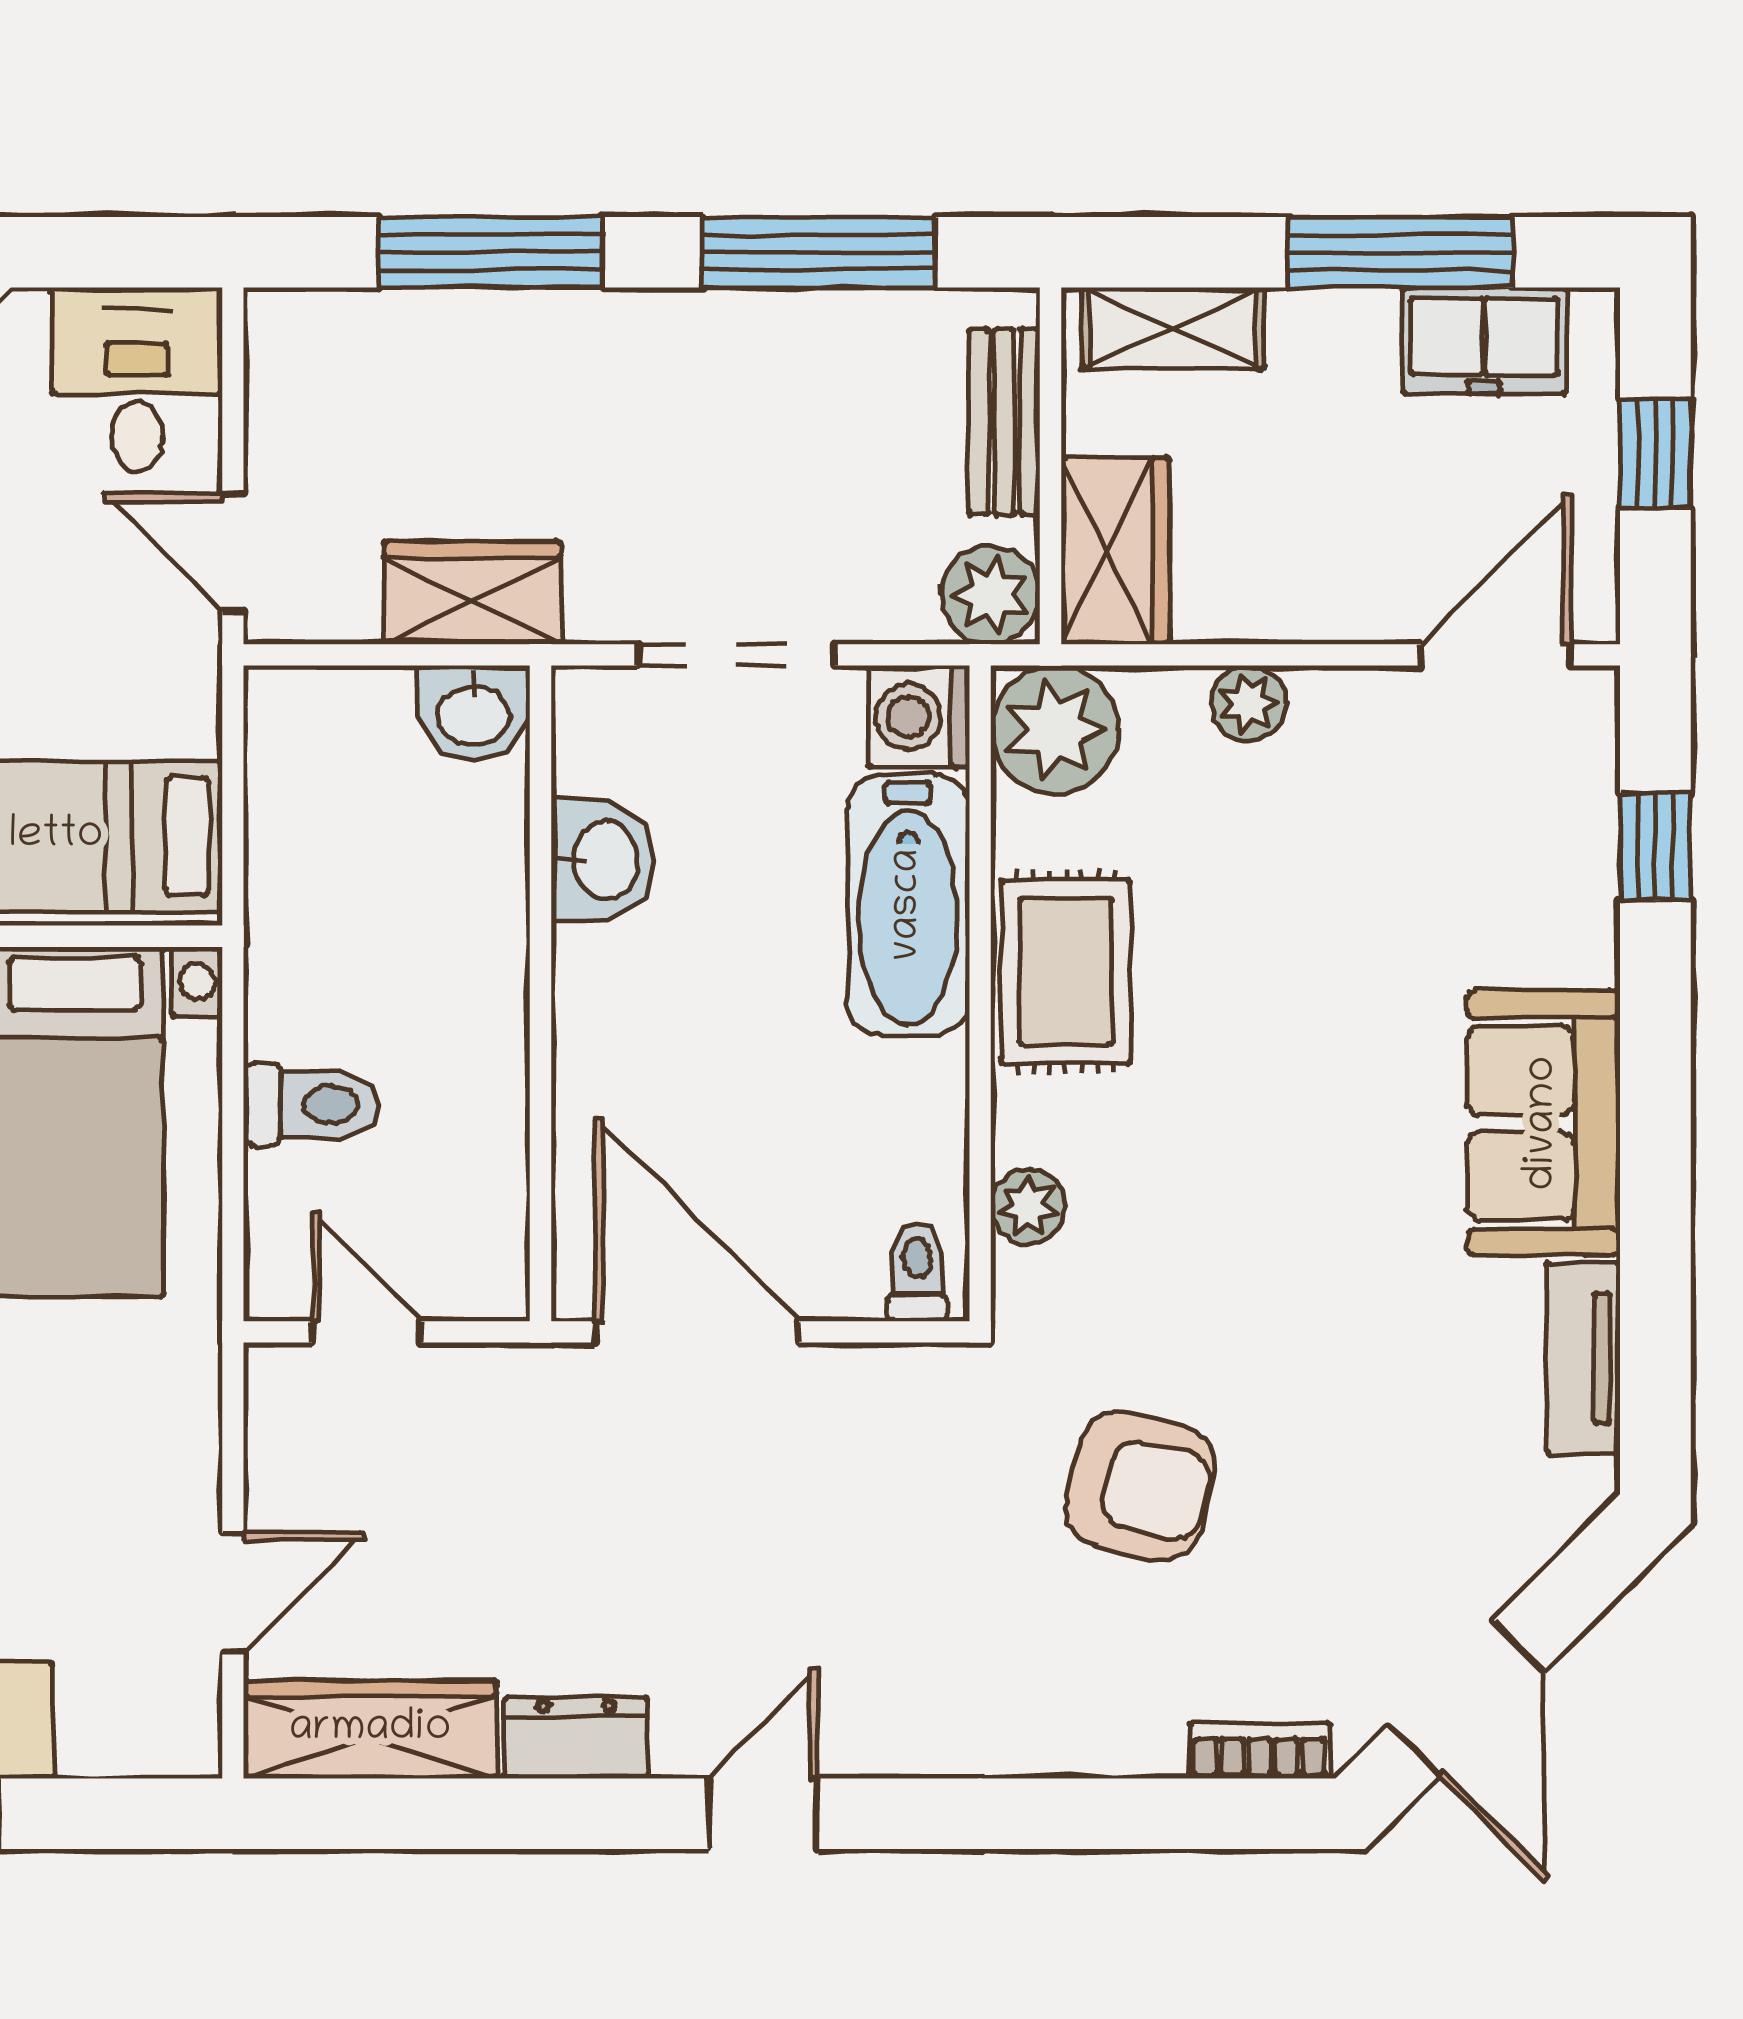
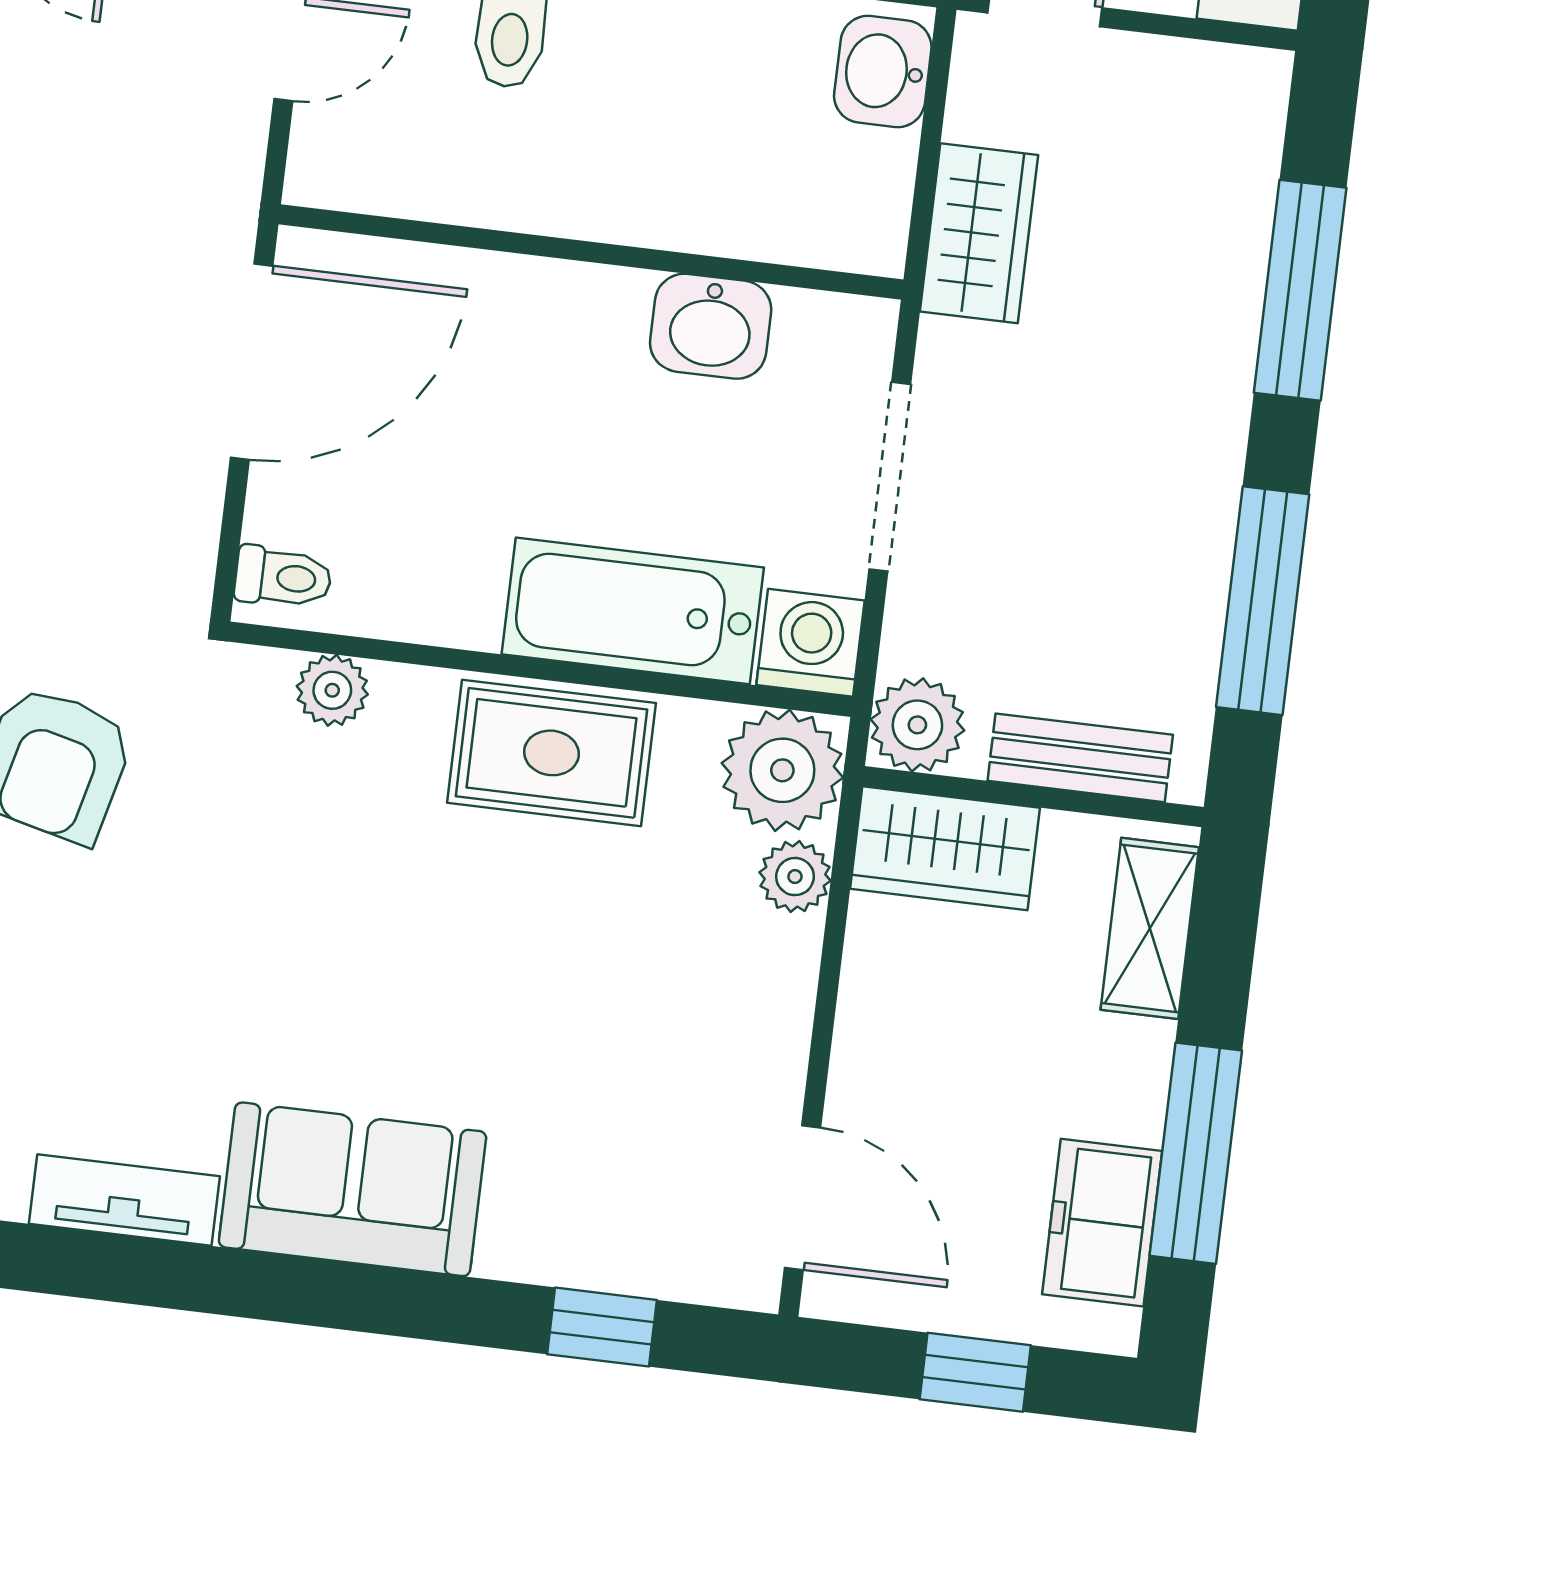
plant: (1248, 703) -> (795, 877), moved
washbasin: (474, 713) -> (883, 72), moved

